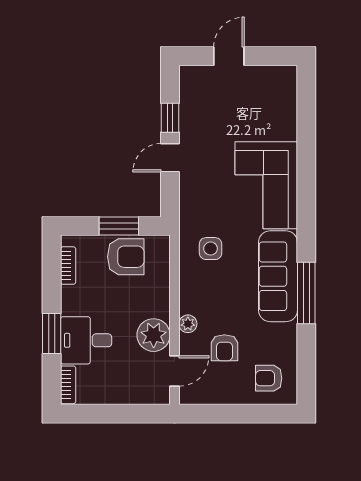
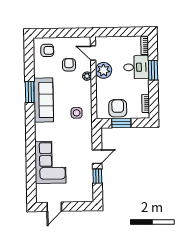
door: (229, 56) -> (54, 207), moved
corner sofa: (266, 185) -> (50, 162), moved
armchair: (126, 257) -> (118, 108), turned 90
window: (306, 293) -> (30, 92), width x0.69
door: (174, 371) -> (93, 53), hinge flipped

